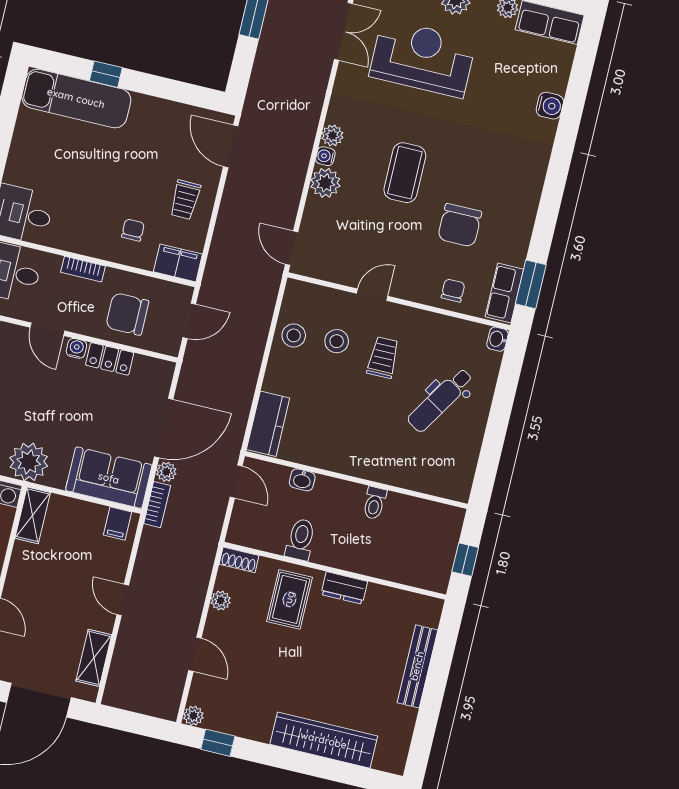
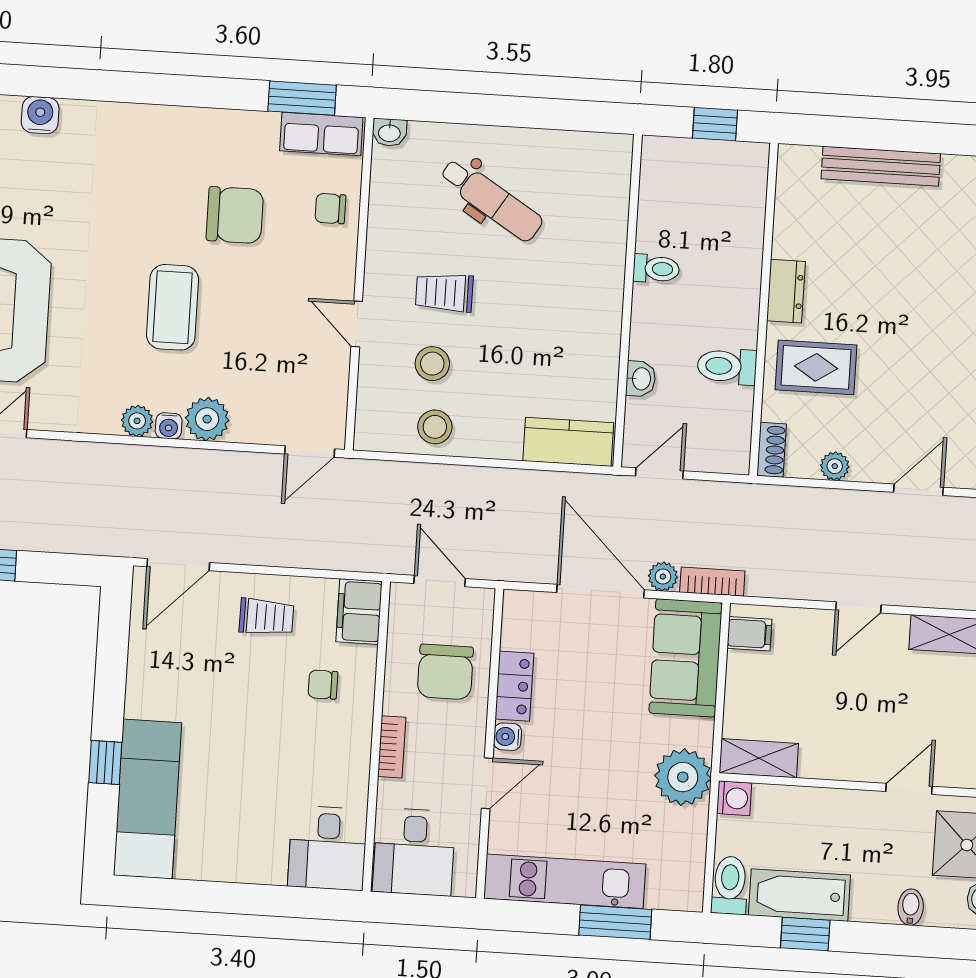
coffee table: (405, 173) -> (173, 307), turned 90

